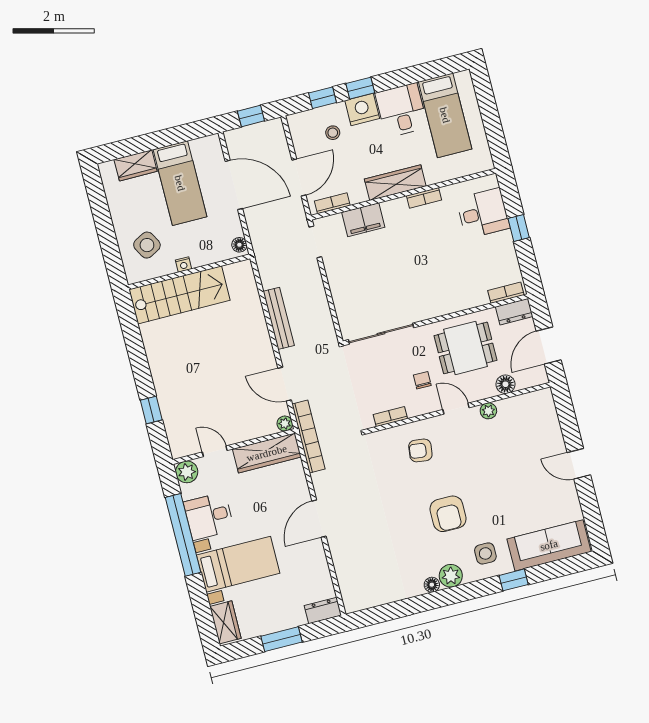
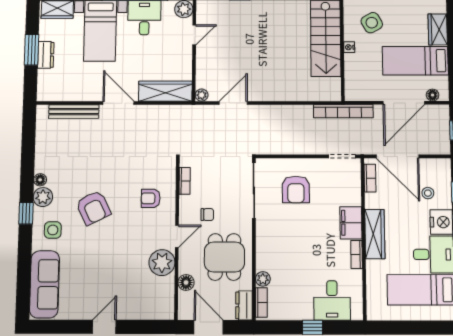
door: (299, 178) -> (397, 156), width x1.36
filing cabinet: (363, 220) -> (351, 223), moved
floor lamp: (239, 245) -> (433, 95), moved
armchair: (367, 286) -> (296, 189), added
plant: (479, 298) -> (263, 279), added
bench: (279, 318) -> (74, 112), moved
plant: (488, 411) -> (162, 263), width x1.87, depth x1.87
bookcase: (308, 436) -> (343, 111), moved
armchair: (420, 450) -> (151, 198), turned -97
wardrobe: (267, 453) -> (165, 91), moved, turned 90
armchair: (448, 514) -> (93, 208), turned -116
window: (514, 580) -> (26, 213), moved
dresser: (323, 610) -> (46, 55), moved

